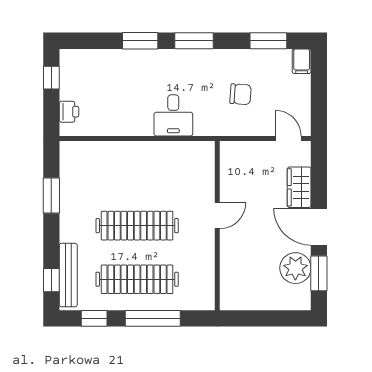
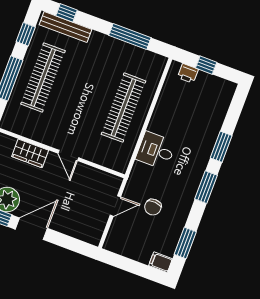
window: (51, 78) -> (206, 65), moved
door: (288, 139) -> (115, 206), moved
wardrobe: (299, 187) -> (30, 153), moved, turned 180
window: (51, 196) -> (130, 37), width x1.44
clothes rail: (137, 226) -> (123, 108), moved

